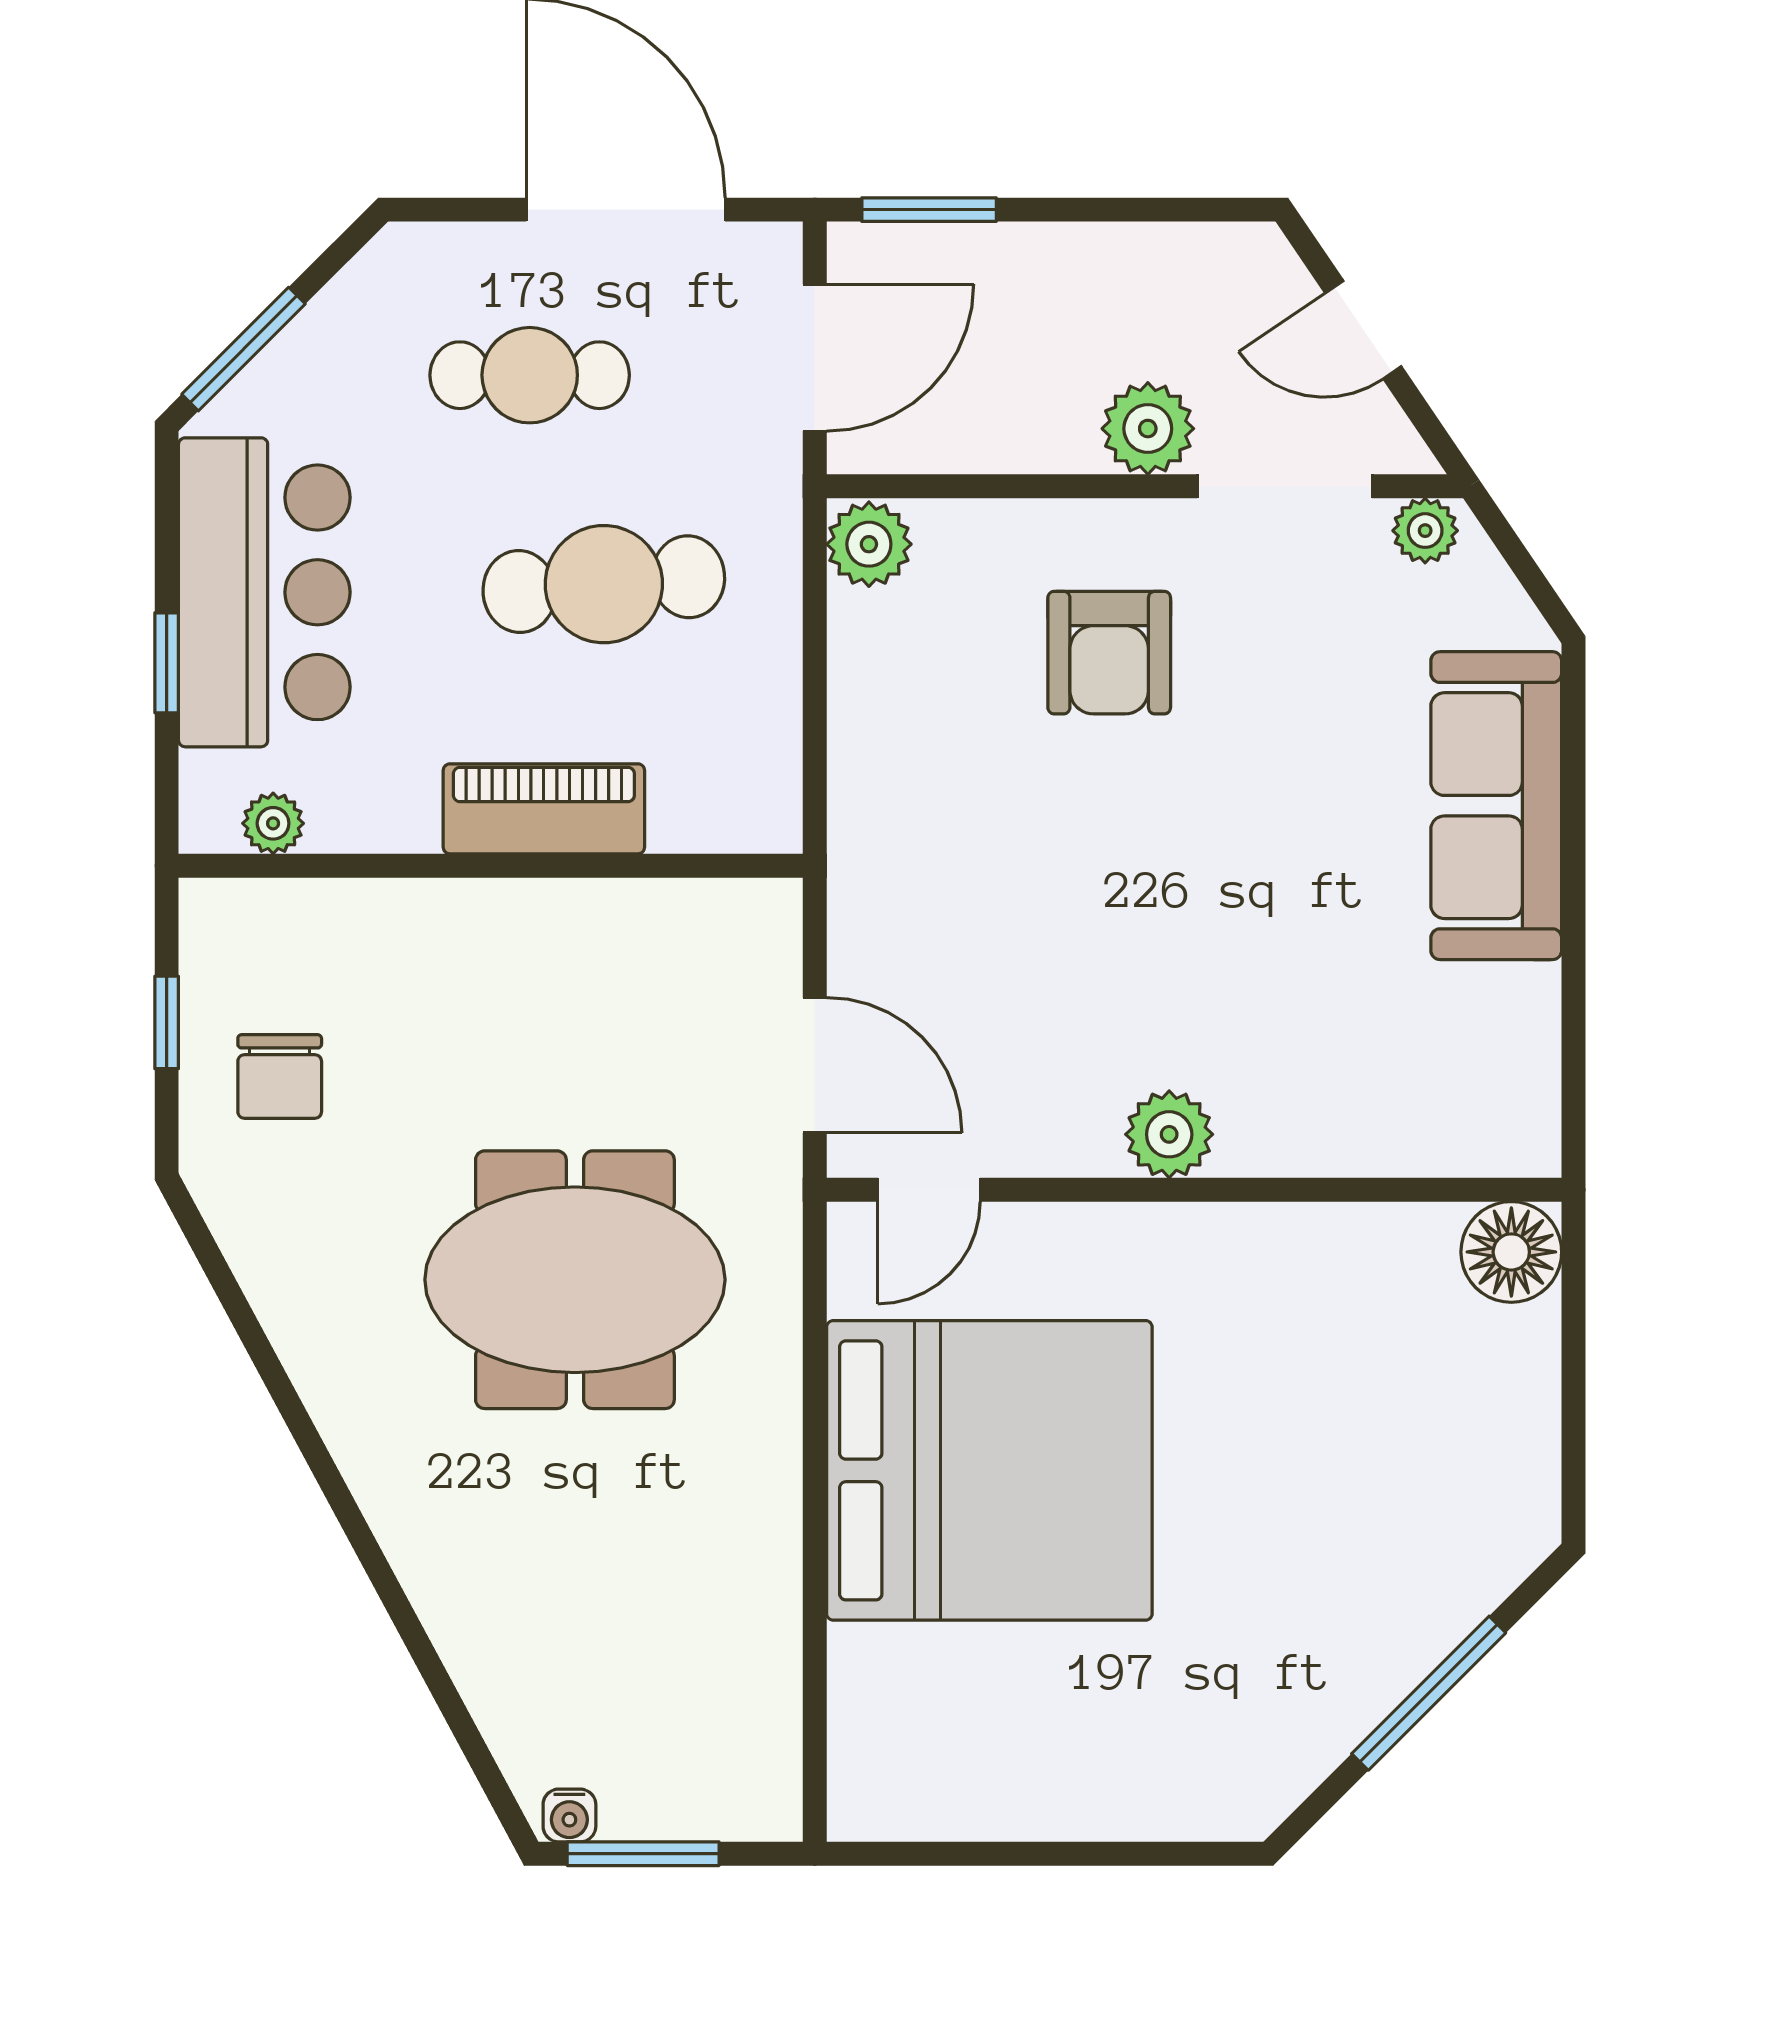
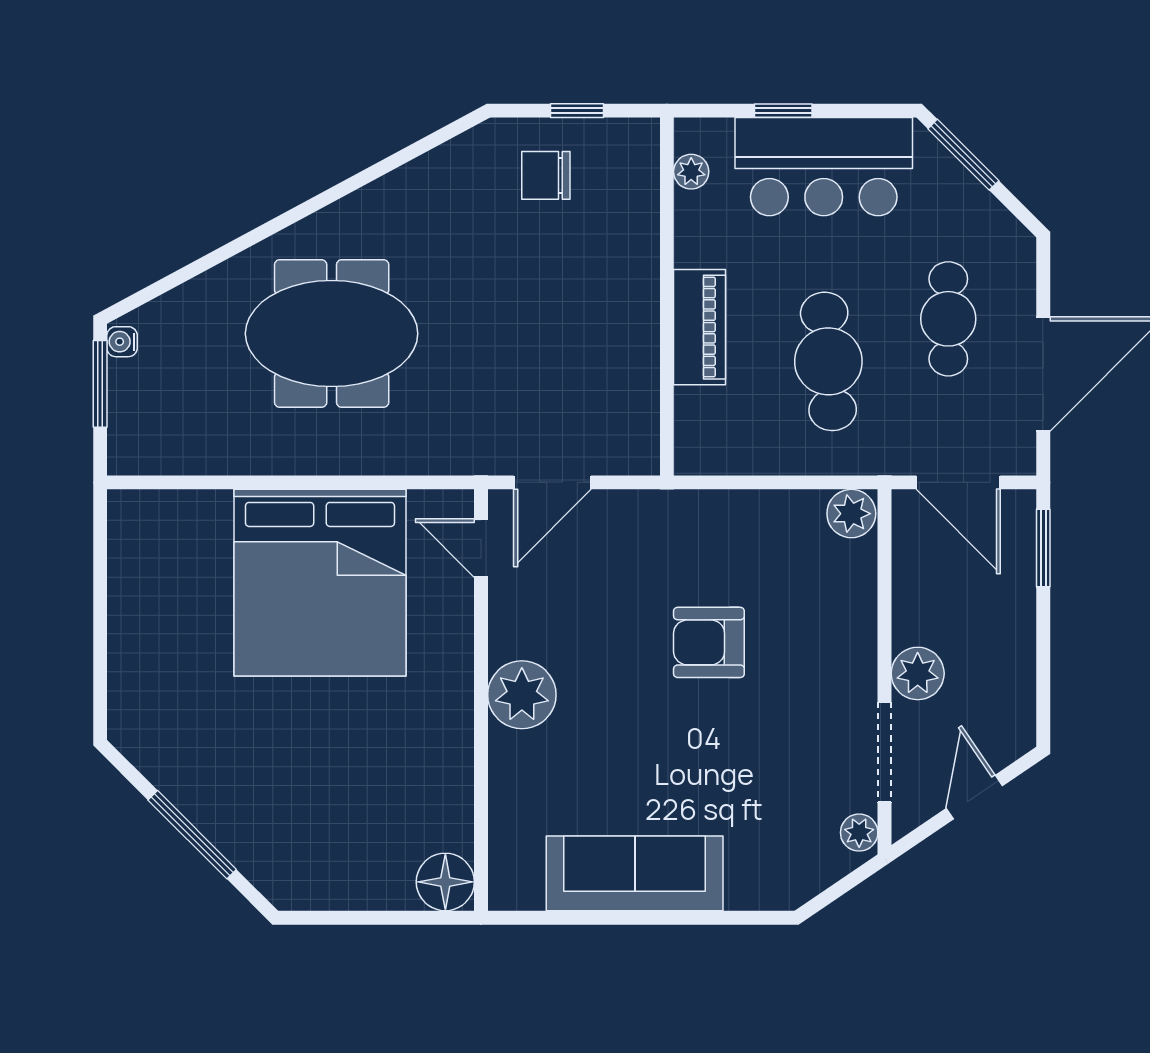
armchair: (1109, 653) -> (709, 642), moved
sofa: (1496, 806) -> (635, 873), moved
plant: (1169, 1134) -> (522, 695), width x1.36, depth x1.36
meeting table: (575, 1280) -> (332, 334), moved, turned 90

